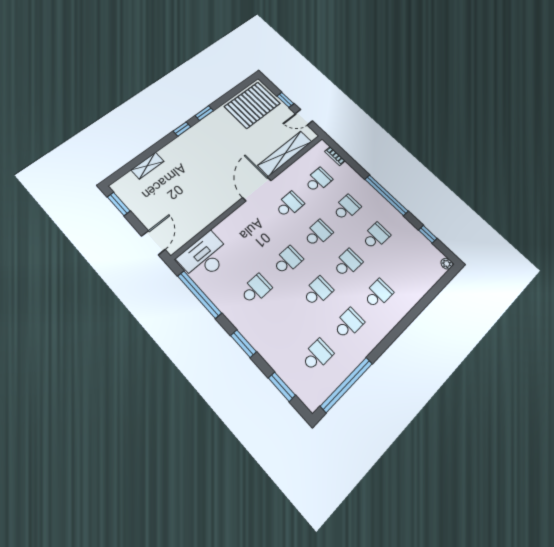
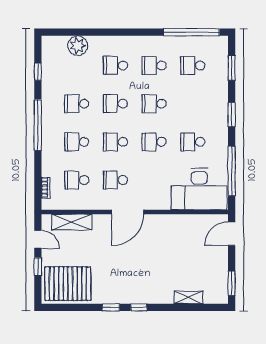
shelving: (285, 153) -> (72, 222), width x0.68
desk: (205, 257) -> (199, 189), width x1.36, depth x1.30
plant: (447, 264) -> (78, 46), moved, width x1.88, depth x1.88

